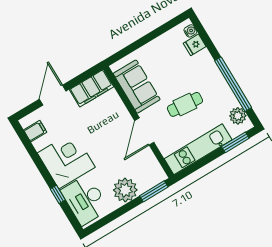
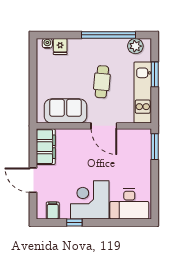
window: (235, 142) -> (155, 74), moved
plant: (125, 190) -> (140, 168), removed
window: (58, 194) -> (74, 222), moved

